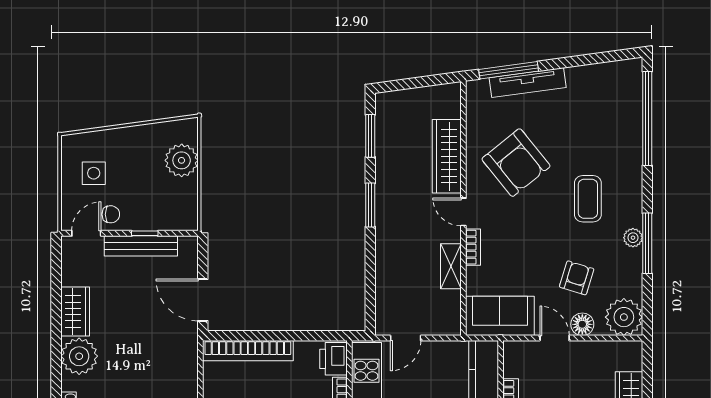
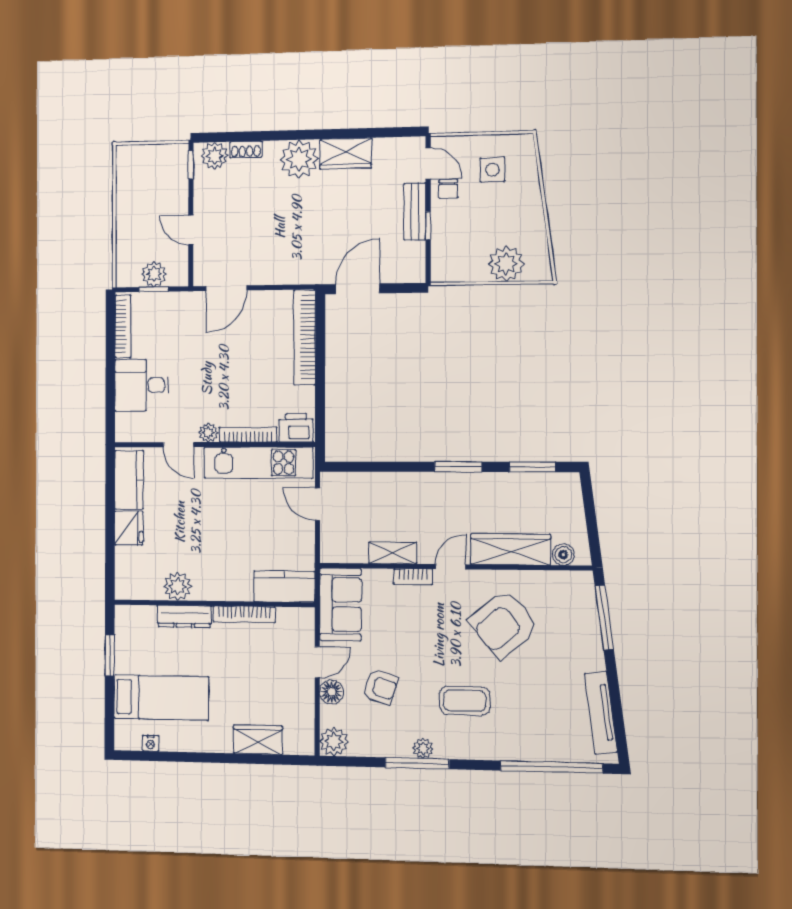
tv unit: (528, 83) -> (601, 713), moved
boiler: (451, 108) -> (563, 555), added
bench: (141, 246) -> (415, 212), width x0.73
plant: (624, 317) -> (334, 742), width x0.73, depth x0.73

